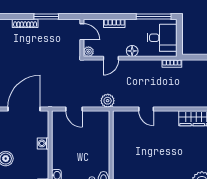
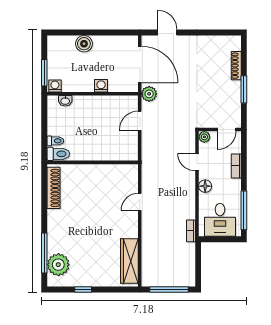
plant: (108, 101) -> (149, 94), moved

